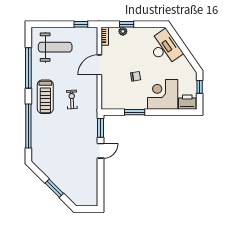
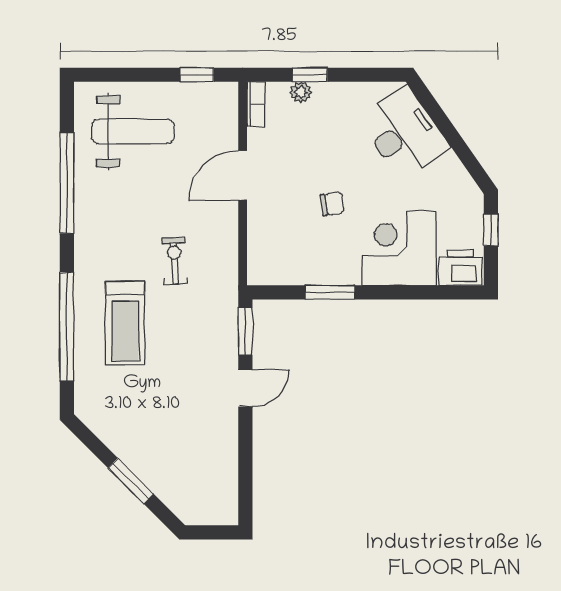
treadmill: (45, 97) -> (125, 323), moved

